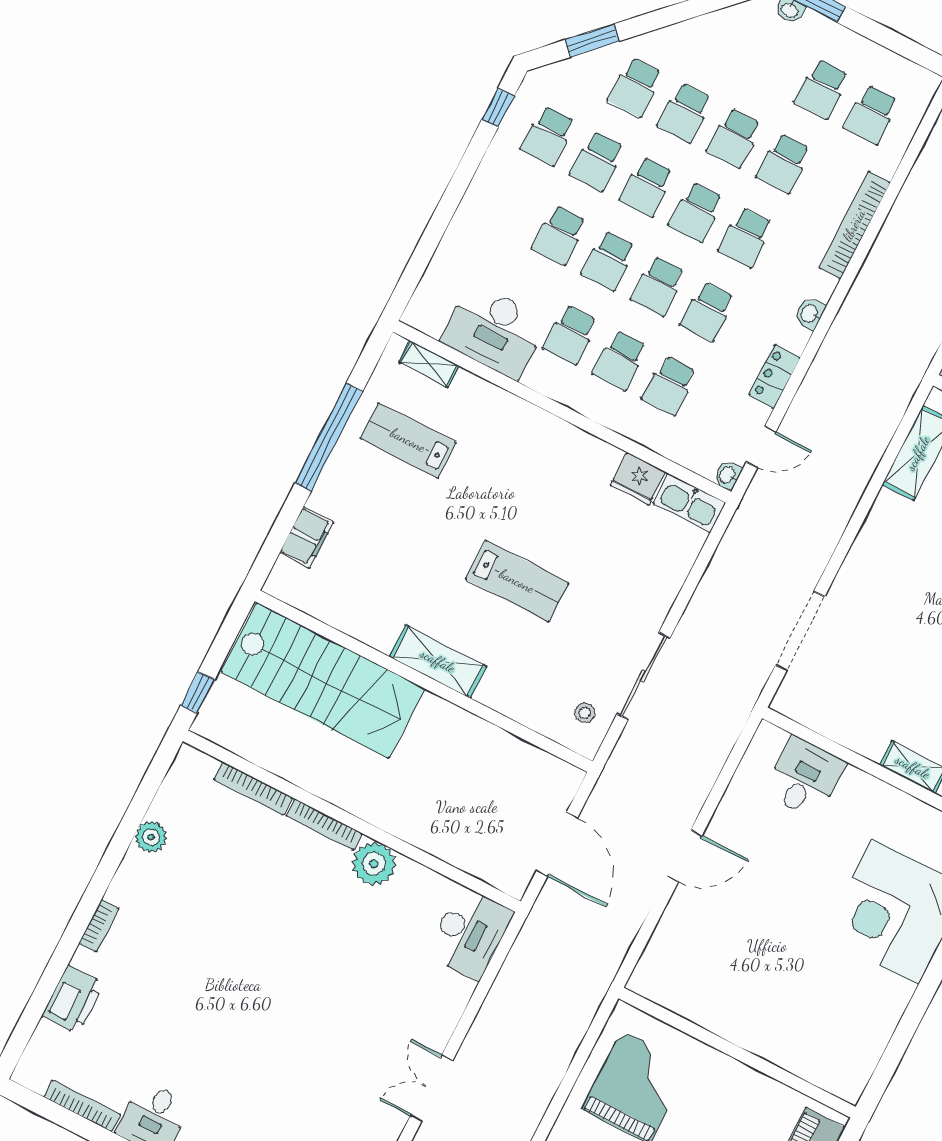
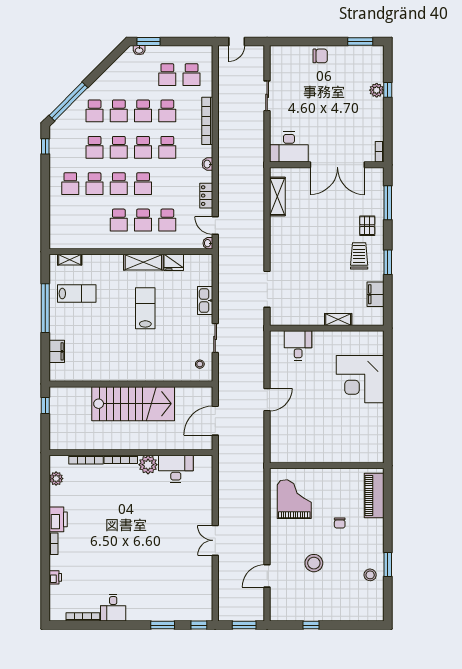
window: (592, 41) -> (68, 102), width x2.11
school desk: (548, 136) -> (70, 184), moved
school desk: (707, 311) -> (167, 184), removed
desk: (494, 331) -> (88, 234), removed
lab bench: (408, 440) -> (77, 294), turned 180
door: (761, 447) -> (215, 226), swing flipped
kitchen sink: (689, 503) -> (205, 301), moved, turned 90
lab bench: (517, 581) -> (145, 308), moved, turned -90
shelving: (438, 661) -> (143, 262), moved
sliding door: (643, 676) -> (215, 338), width x0.73
stairs: (323, 680) -> (133, 404), moved
window: (198, 692) -> (45, 405), moved
plant: (151, 837) -> (56, 479), moved
door: (557, 844) -> (215, 421), swing flipped
printer: (134, 881) -> (58, 519), added
desk: (470, 933) -> (176, 469), moved, turned -90
printer: (73, 999) -> (55, 577), width x0.53, depth x0.68

